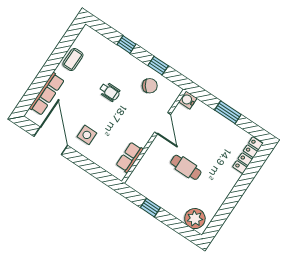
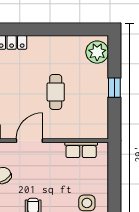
window: (150, 208) -> (114, 88), moved

